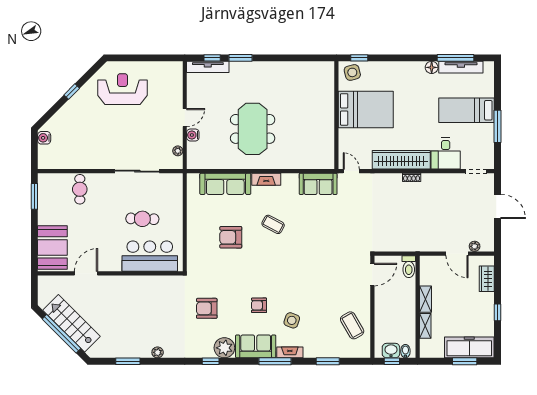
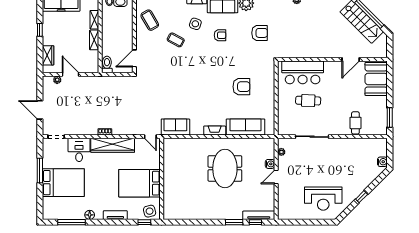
tv unit: (461, 67) -> (115, 215), moved, width x0.71
bed: (467, 110) -> (63, 183), width x1.50
coffee table: (273, 224) -> (176, 40), moved

